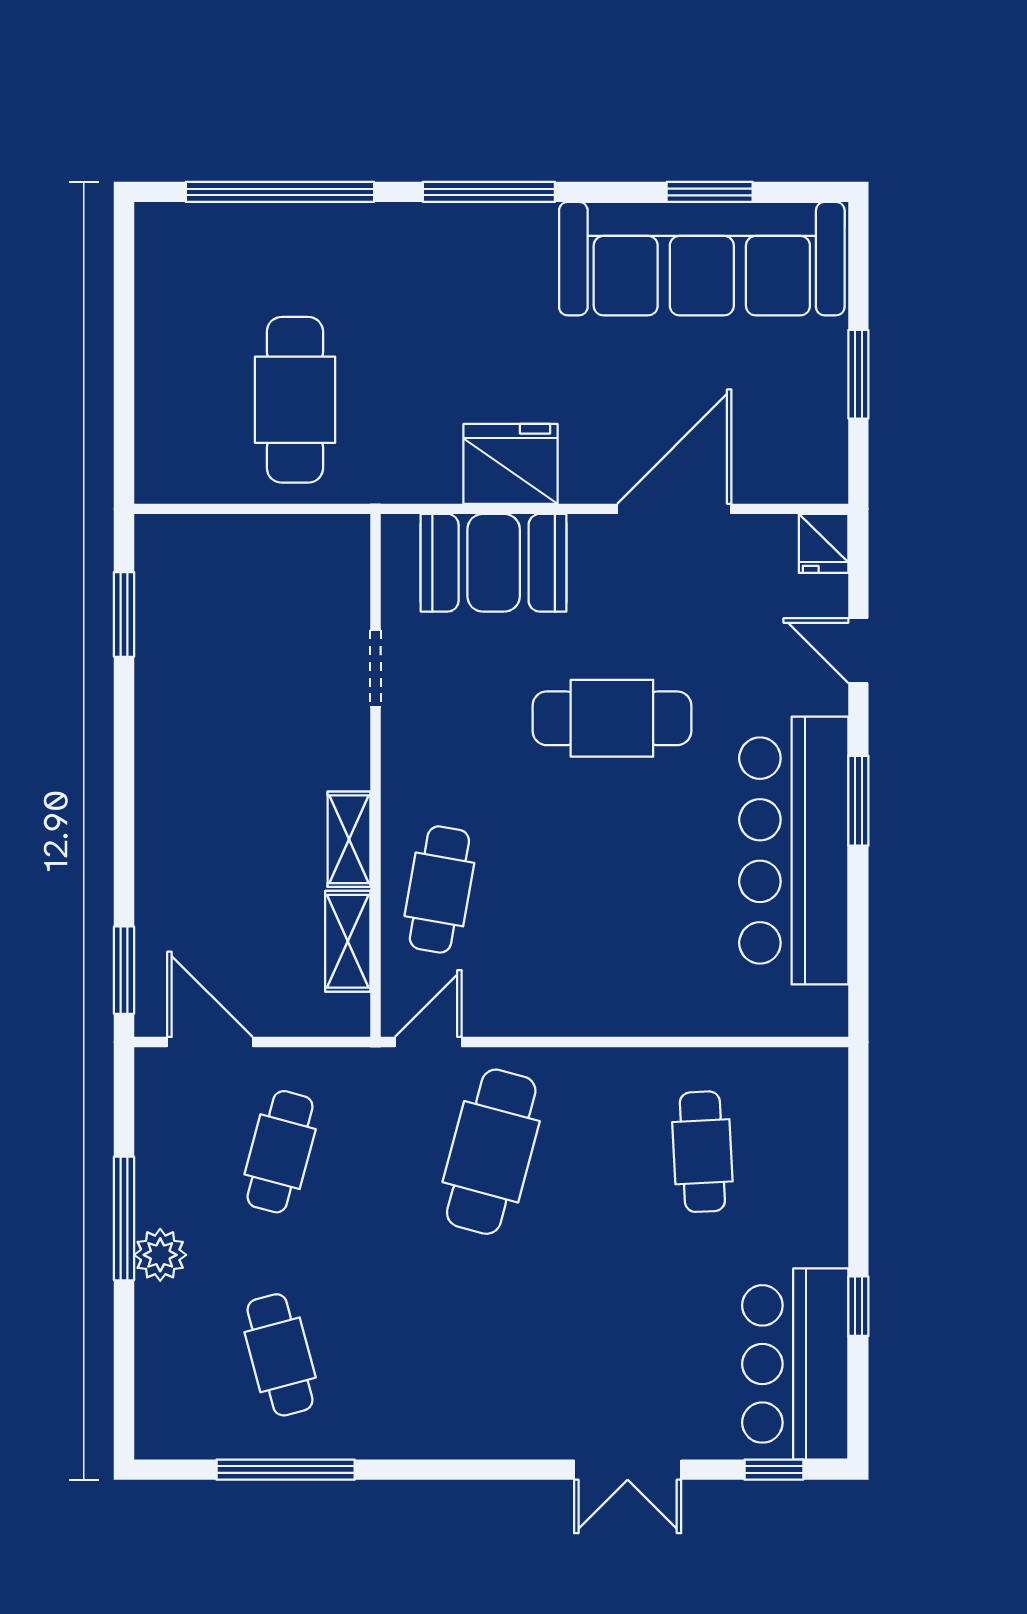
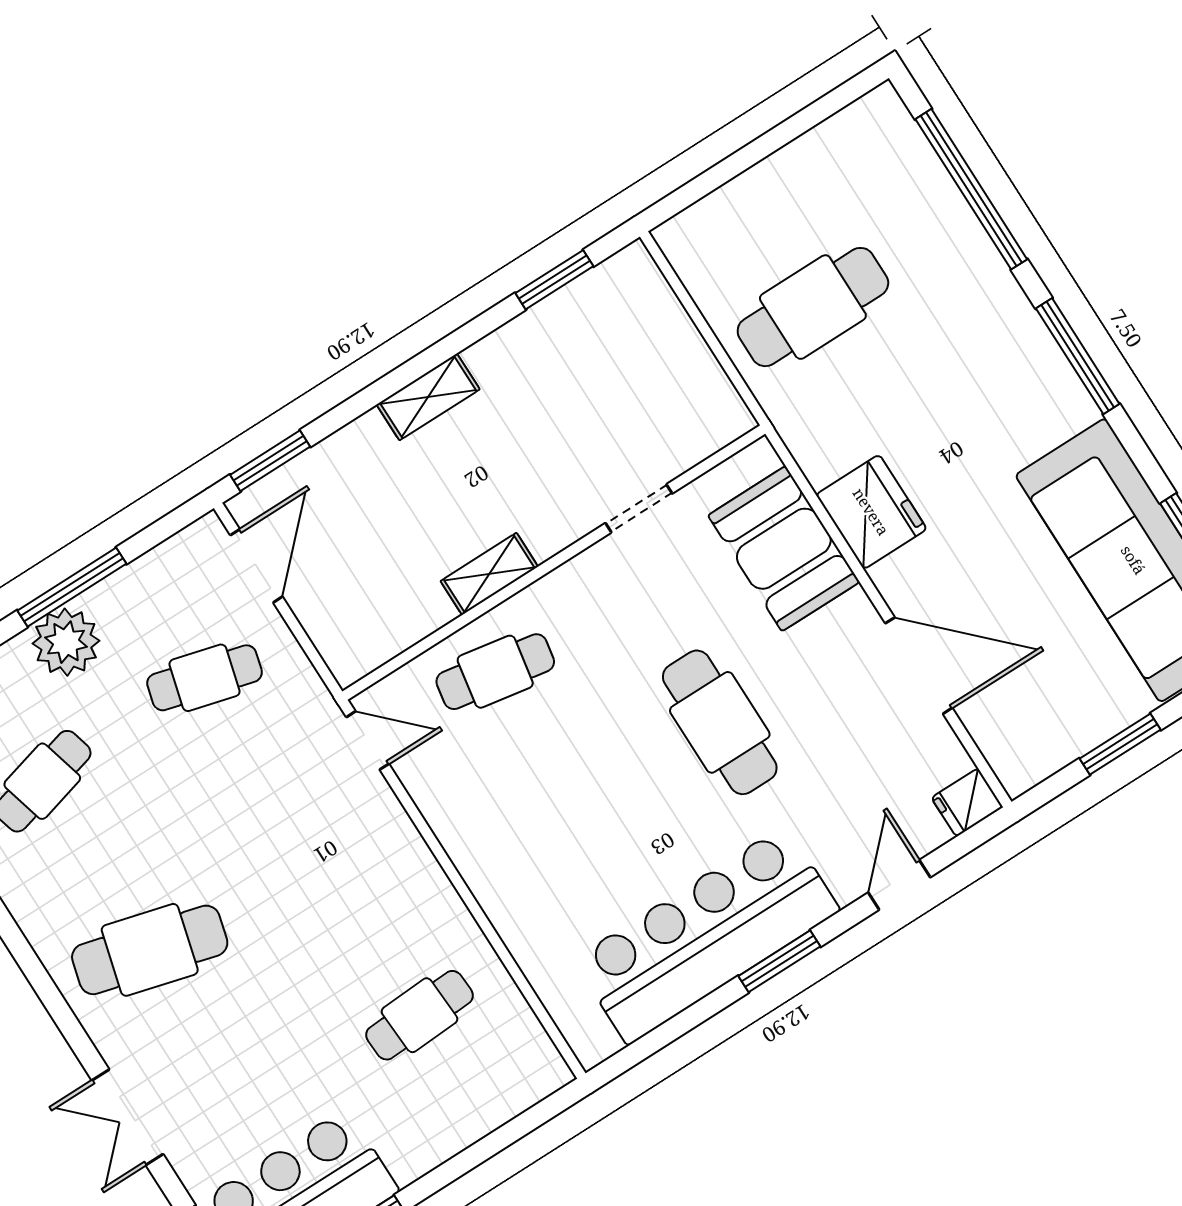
shelving: (348, 941) -> (428, 397), moved
cafe table: (491, 1152) -> (150, 950), moved
plant: (160, 1255) -> (66, 642), width x1.36, depth x1.36

